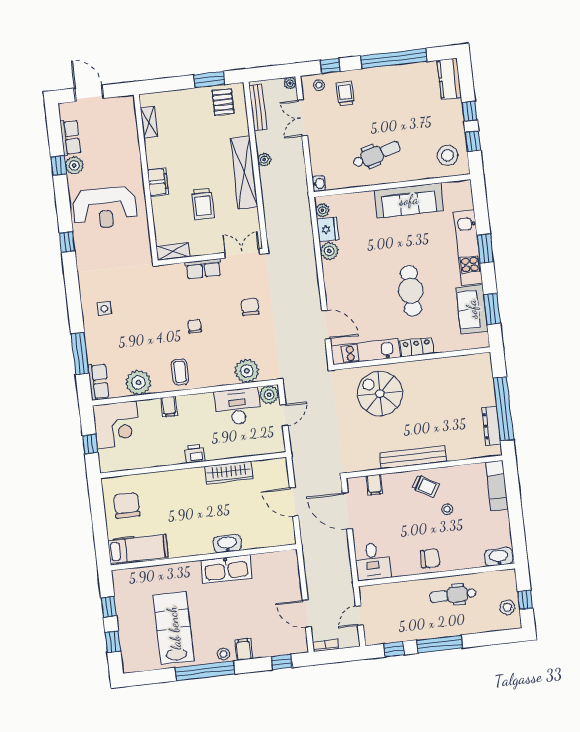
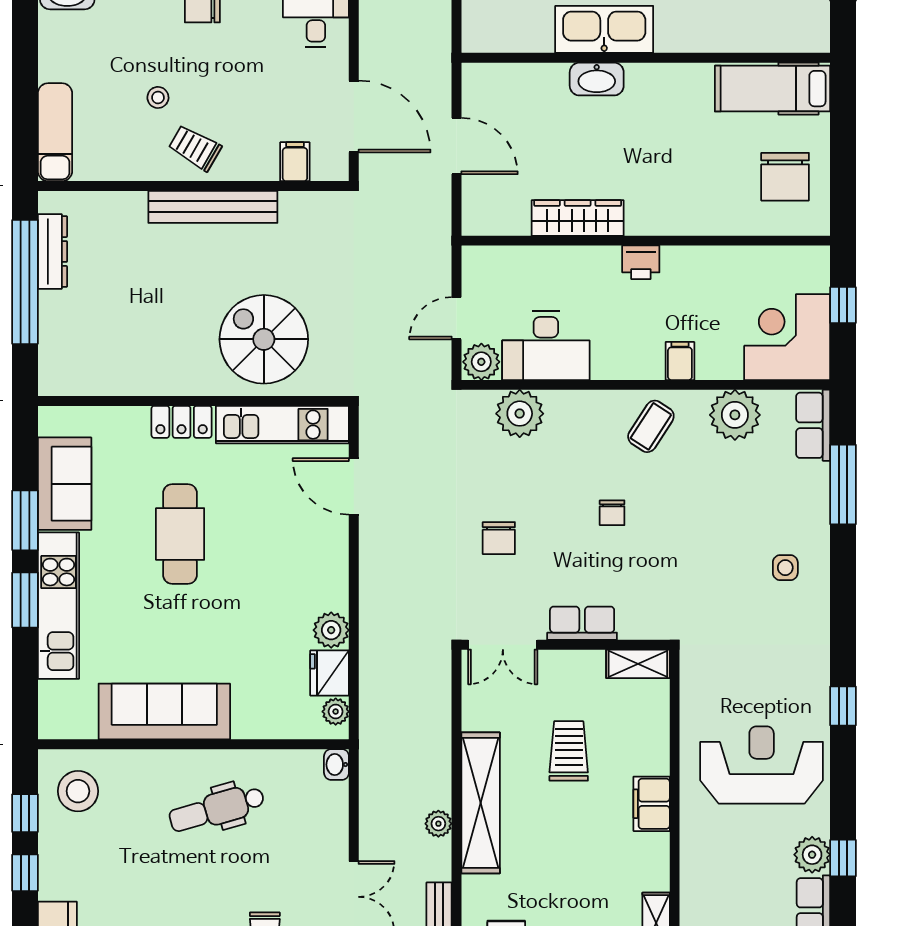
window: (492, 309) -> (25, 520), moved
coffee table: (180, 372) -> (651, 426), turned 33
spiral stairs: (380, 394) -> (264, 339), turned 180

